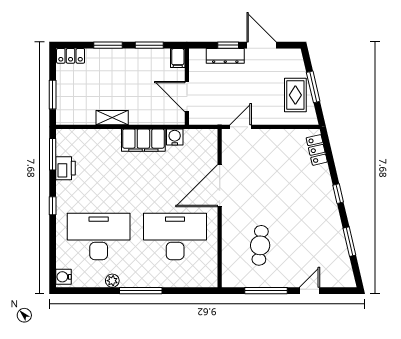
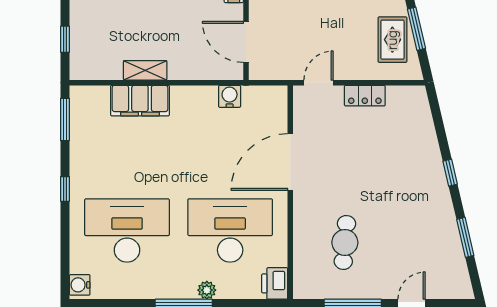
window: (53, 95) -> (65, 39), width x0.67
filing cabinet: (143, 140) -> (140, 101), moved
locker: (317, 150) -> (365, 96), moved, turned -77
printer: (66, 168) -> (275, 283), moved, turned 180
plant: (112, 281) -> (207, 290), moved

